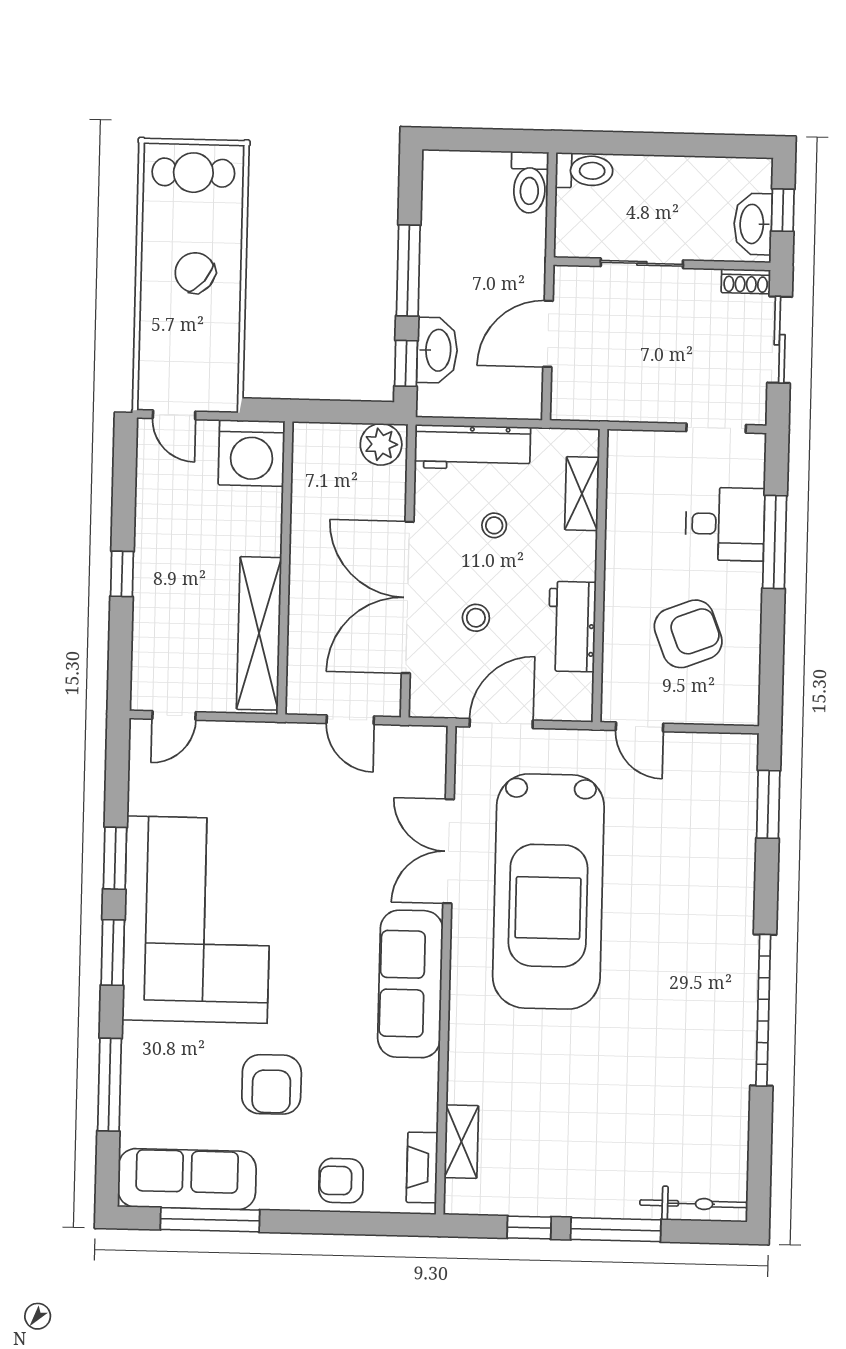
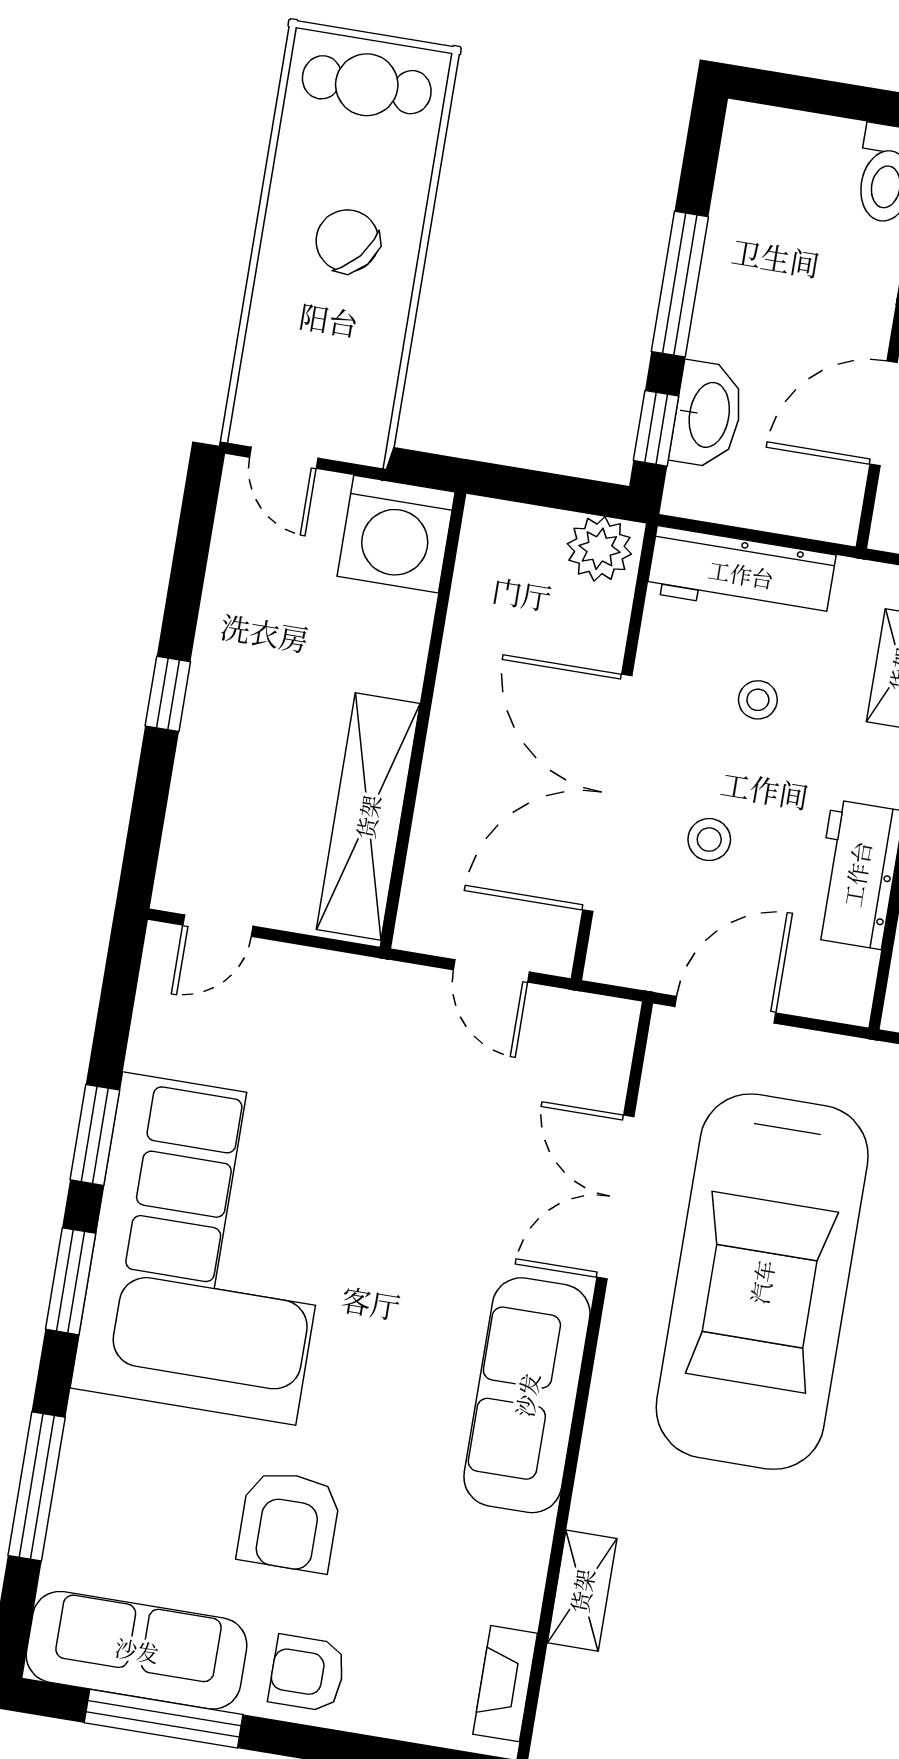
shelving: (461, 1142) -> (582, 1591), moved
armchair: (341, 1181) -> (307, 1673), moved

